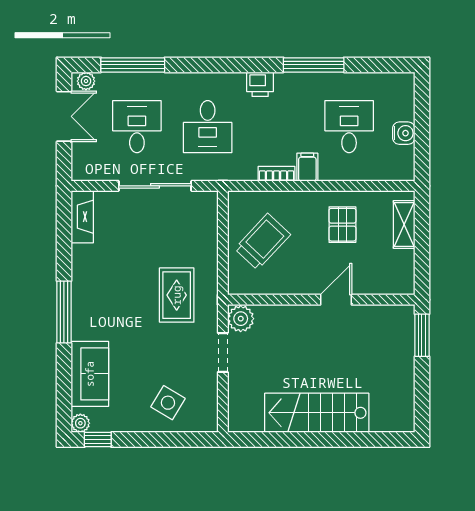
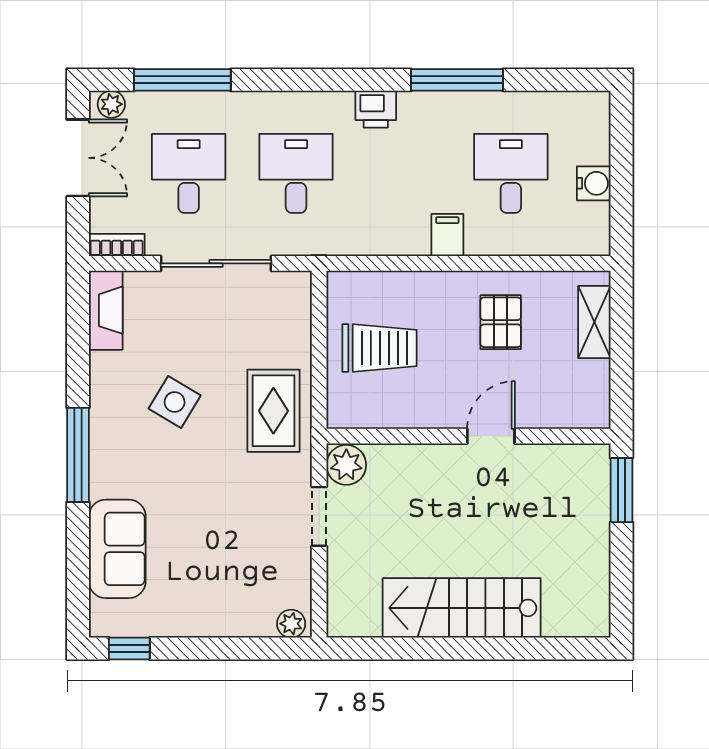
desk: (208, 127) -> (296, 173), turned 180
bookcase: (277, 174) -> (117, 245), moved
trolley: (263, 242) -> (379, 348), turned 47
rug: (177, 295) -> (273, 411), moved
side table: (168, 403) -> (175, 402), moved
plant: (80, 423) -> (291, 624), moved

